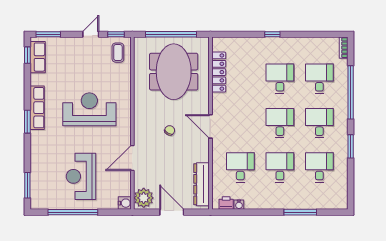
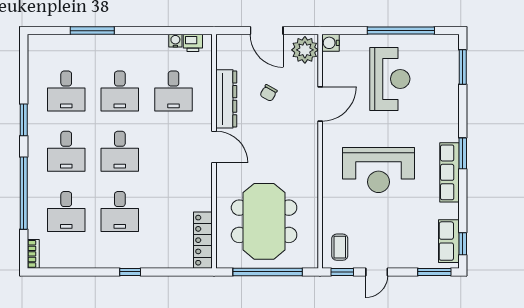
locker: (219, 72) -> (203, 240), moved
chair: (170, 130) -> (269, 93), moved
dresser: (201, 184) -> (226, 99), moved

